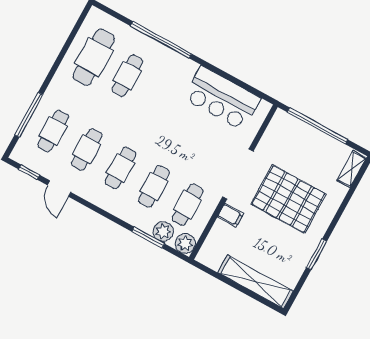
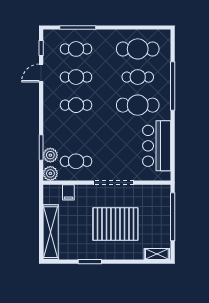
cafe table: (154, 186) -> (138, 105), moved, width x1.37, depth x1.35
pallet: (289, 199) -> (115, 224), turned 90
filing cabinet: (230, 215) -> (68, 192), moved

